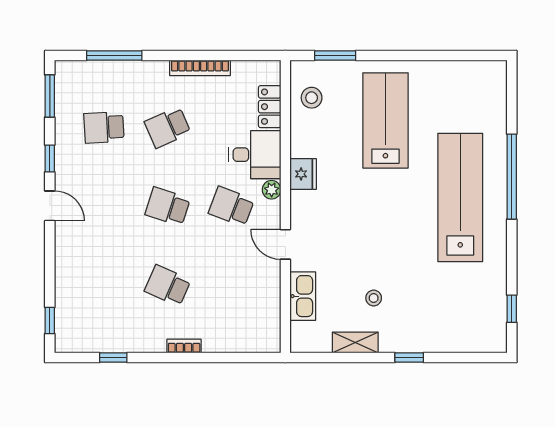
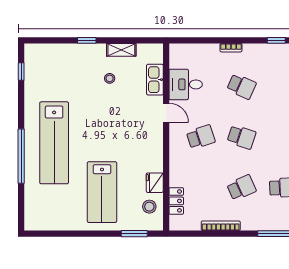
desk: (255, 155) -> (186, 84), moved
fridge: (303, 174) -> (155, 183), moved
plant: (272, 190) -> (175, 148), removed
school desk: (231, 206) -> (201, 137), turned -39

